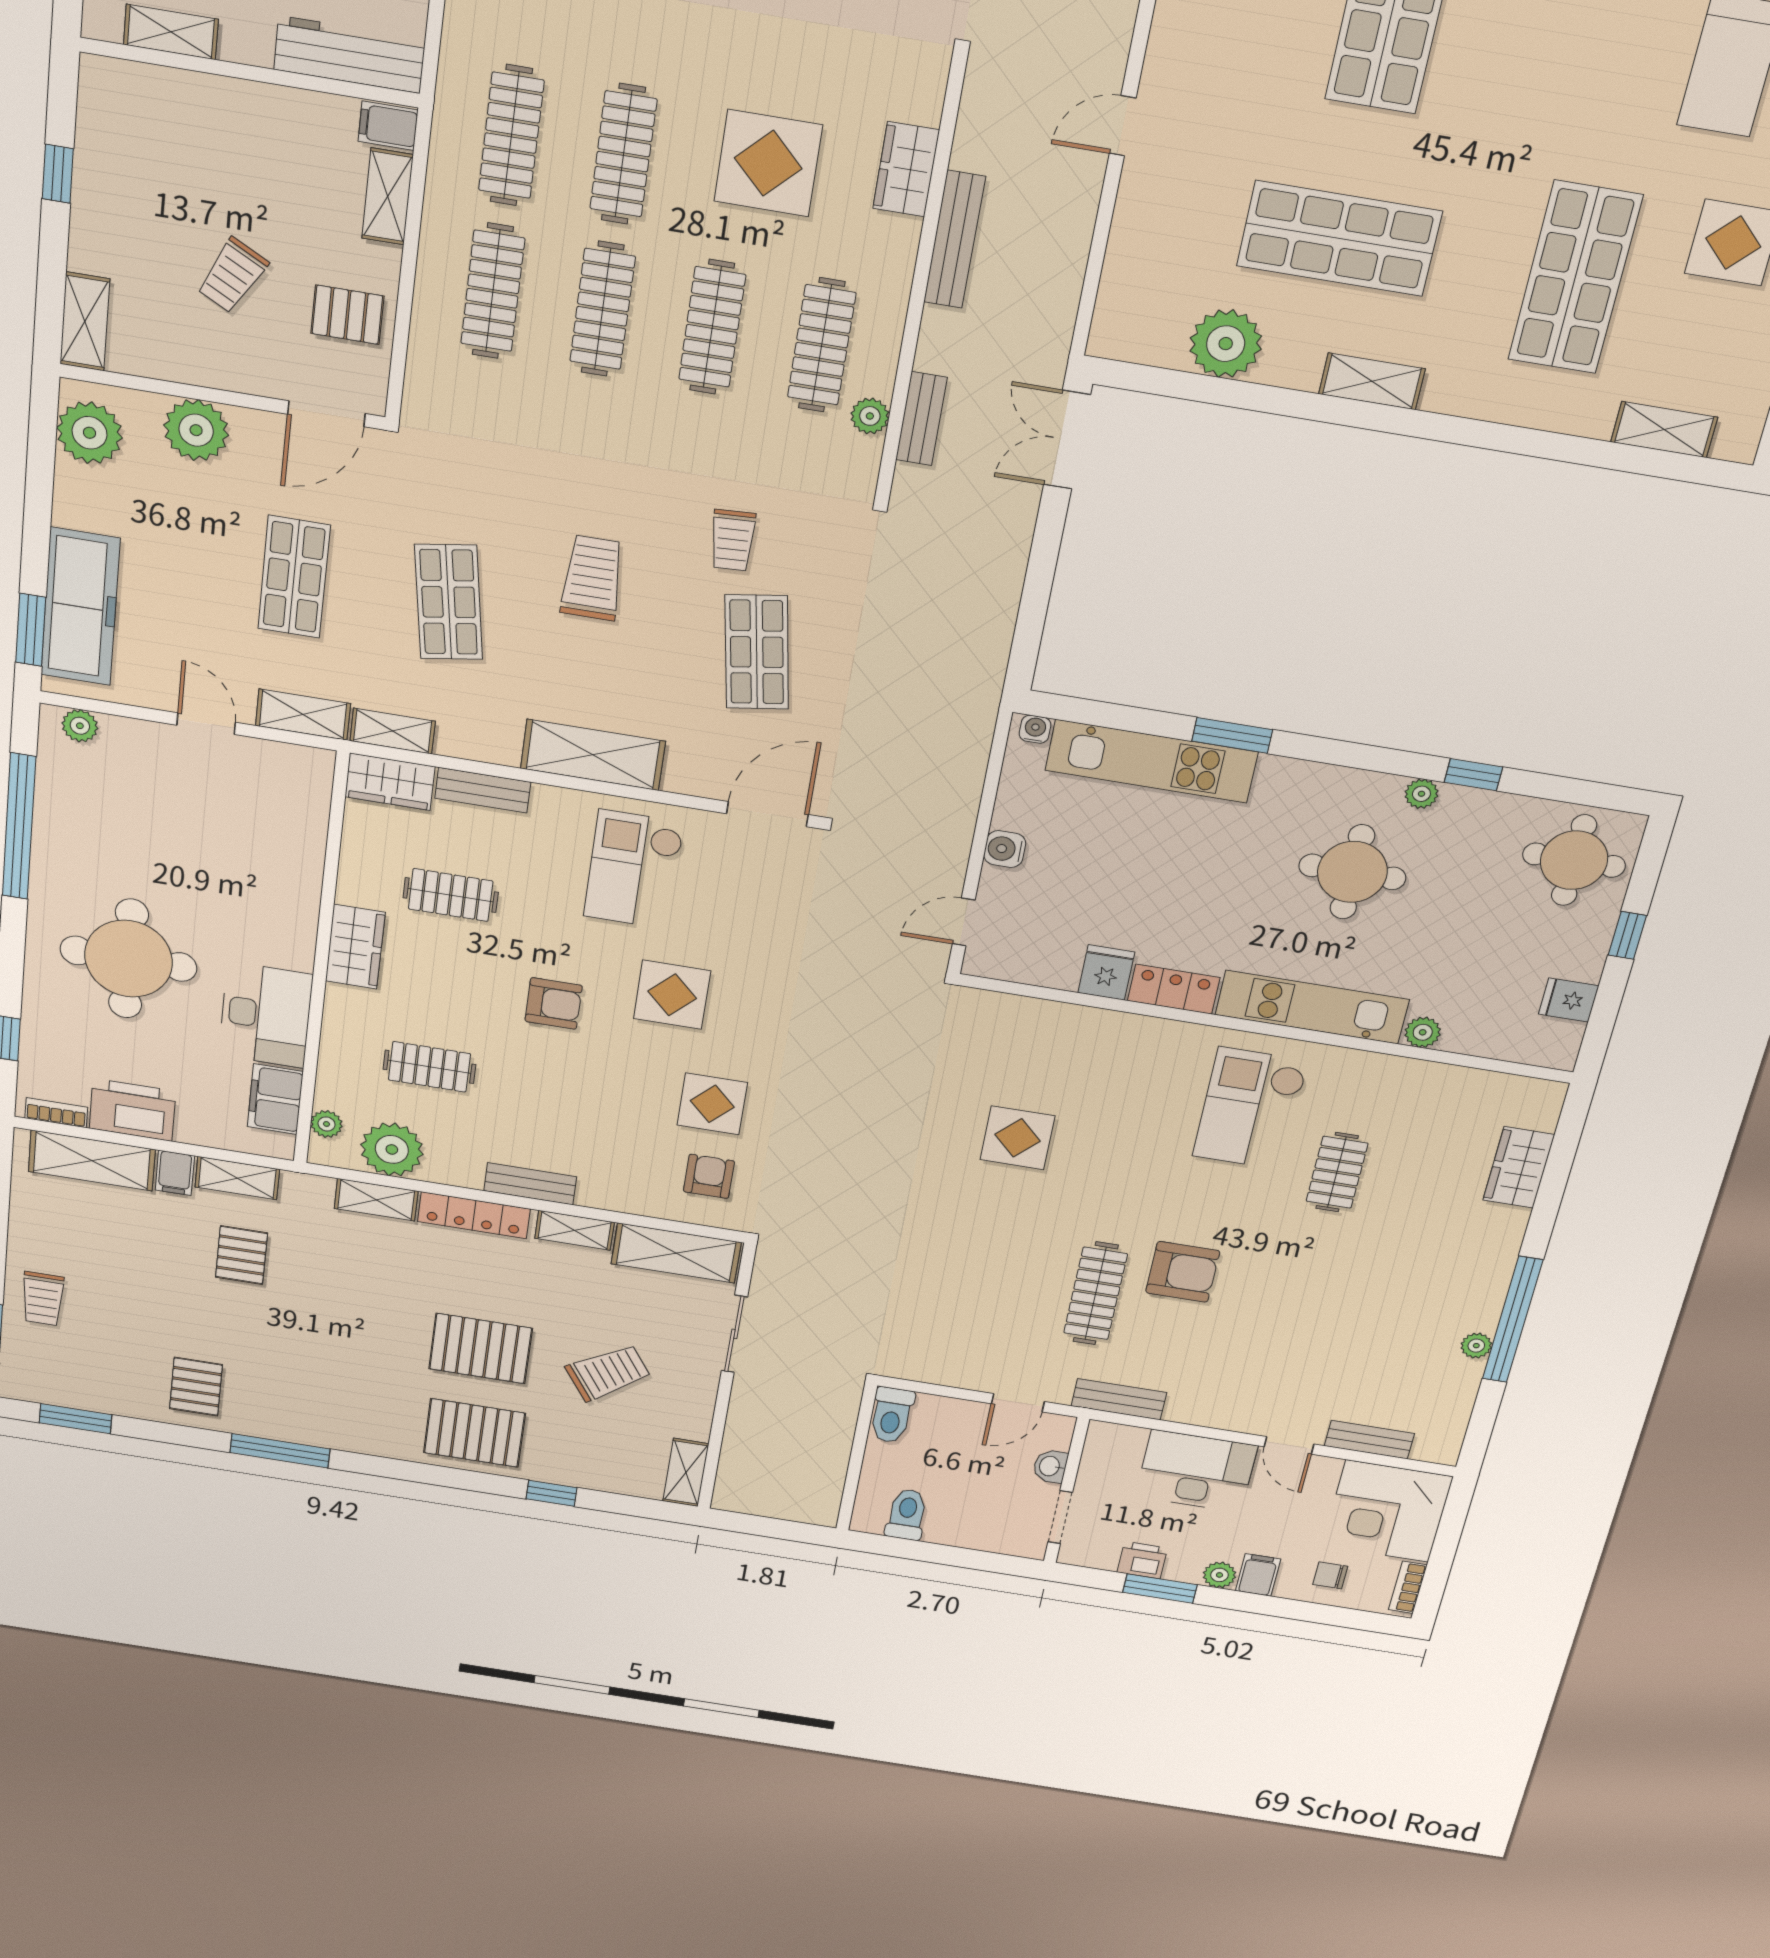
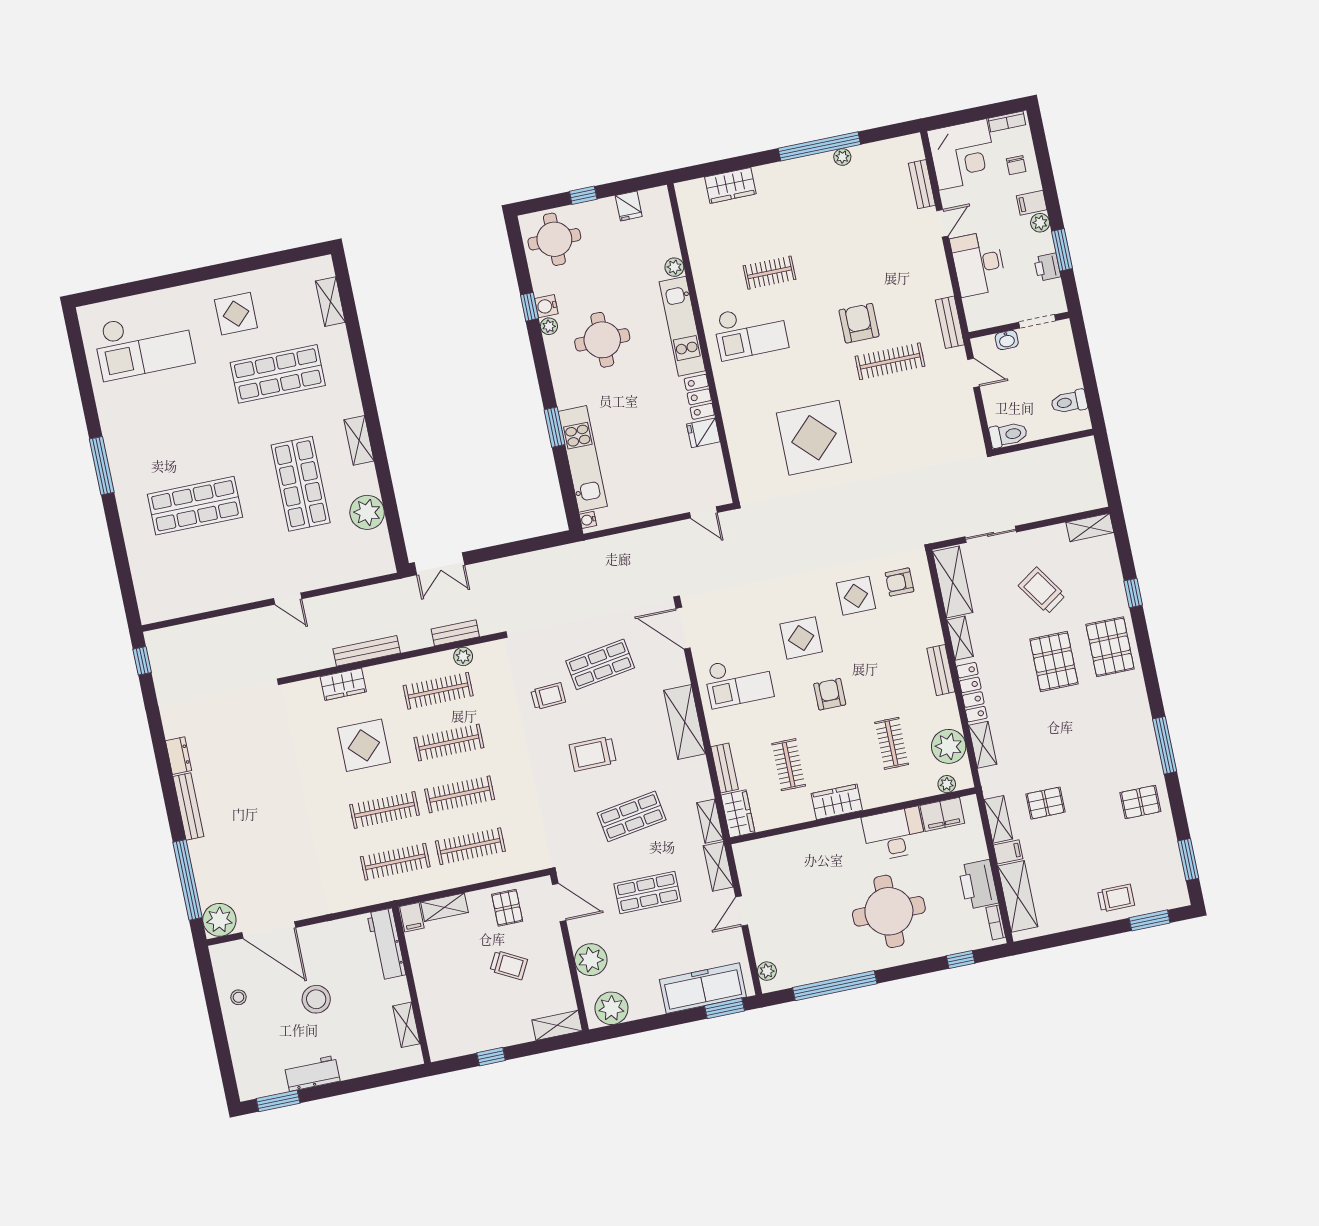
water cooler: (1005, 849) -> (546, 306), moved, turned 90
display table: (1017, 1138) -> (814, 438), width x1.86, depth x1.86

